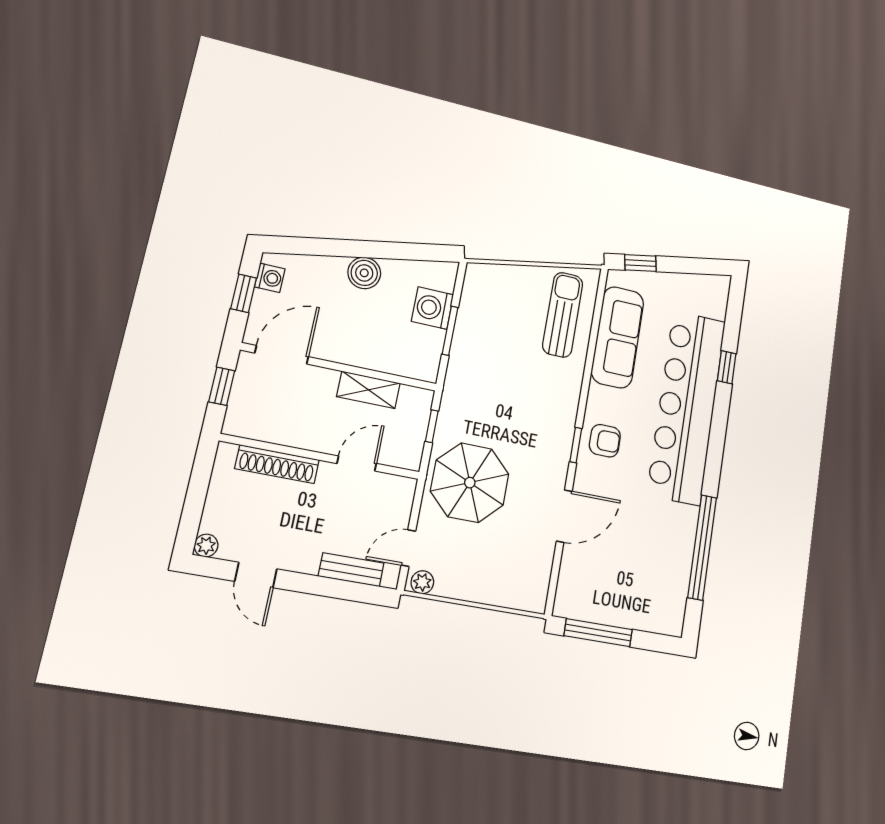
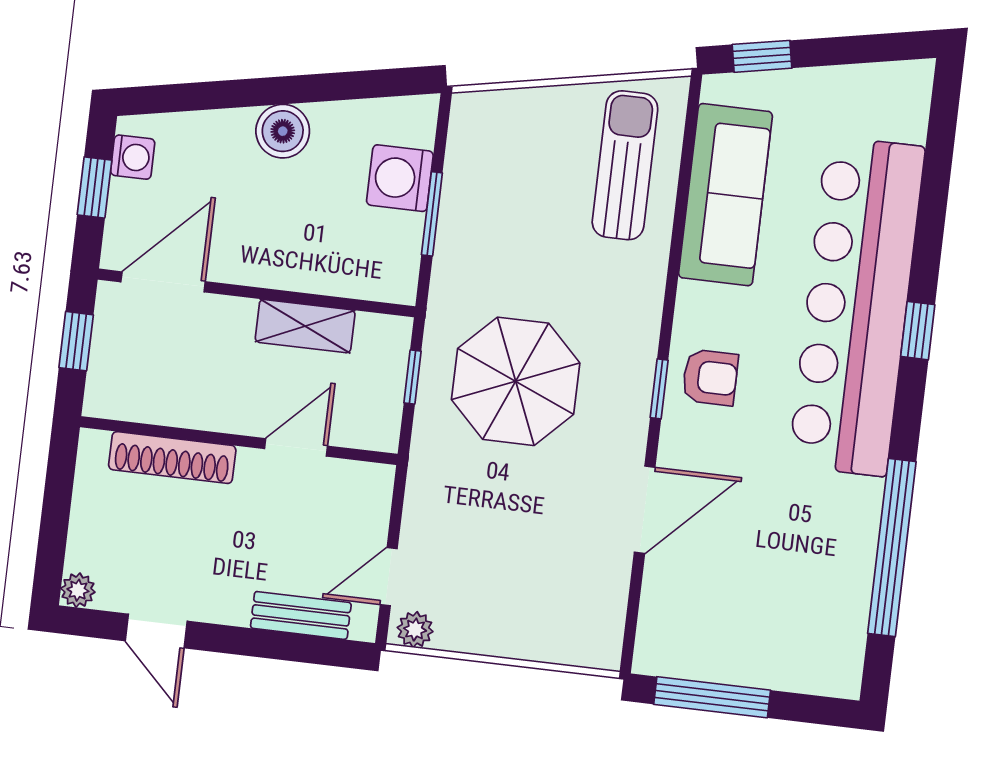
window: (727, 367) -> (918, 331), moved
parasol: (470, 483) -> (516, 381), moved

